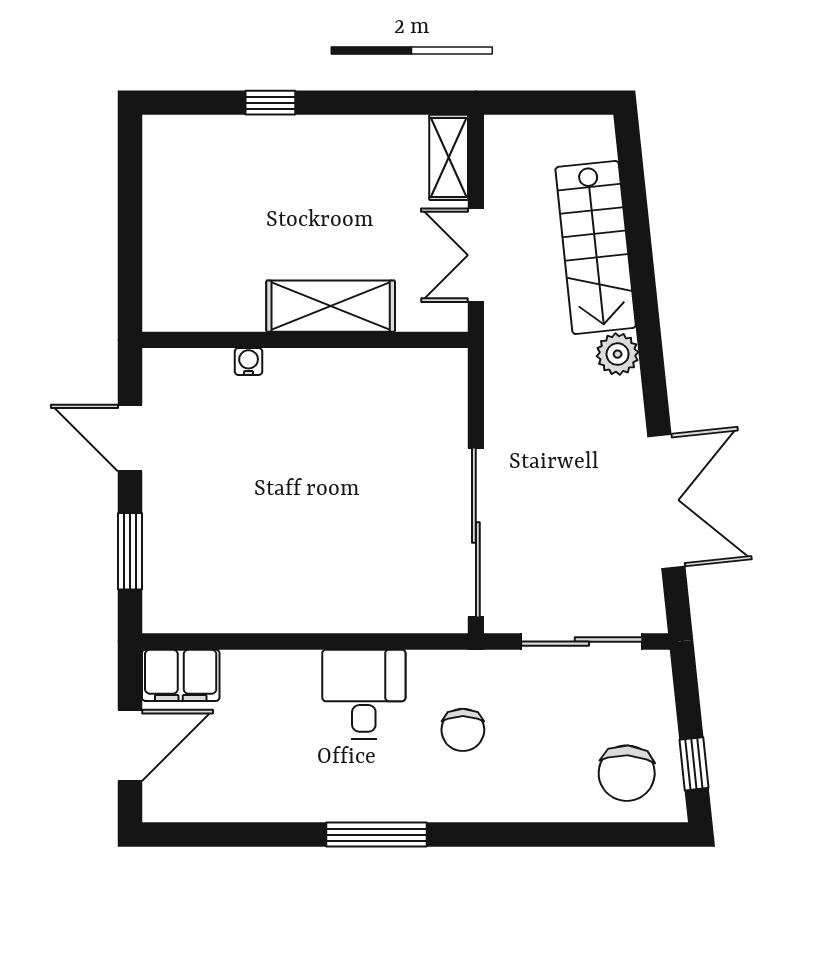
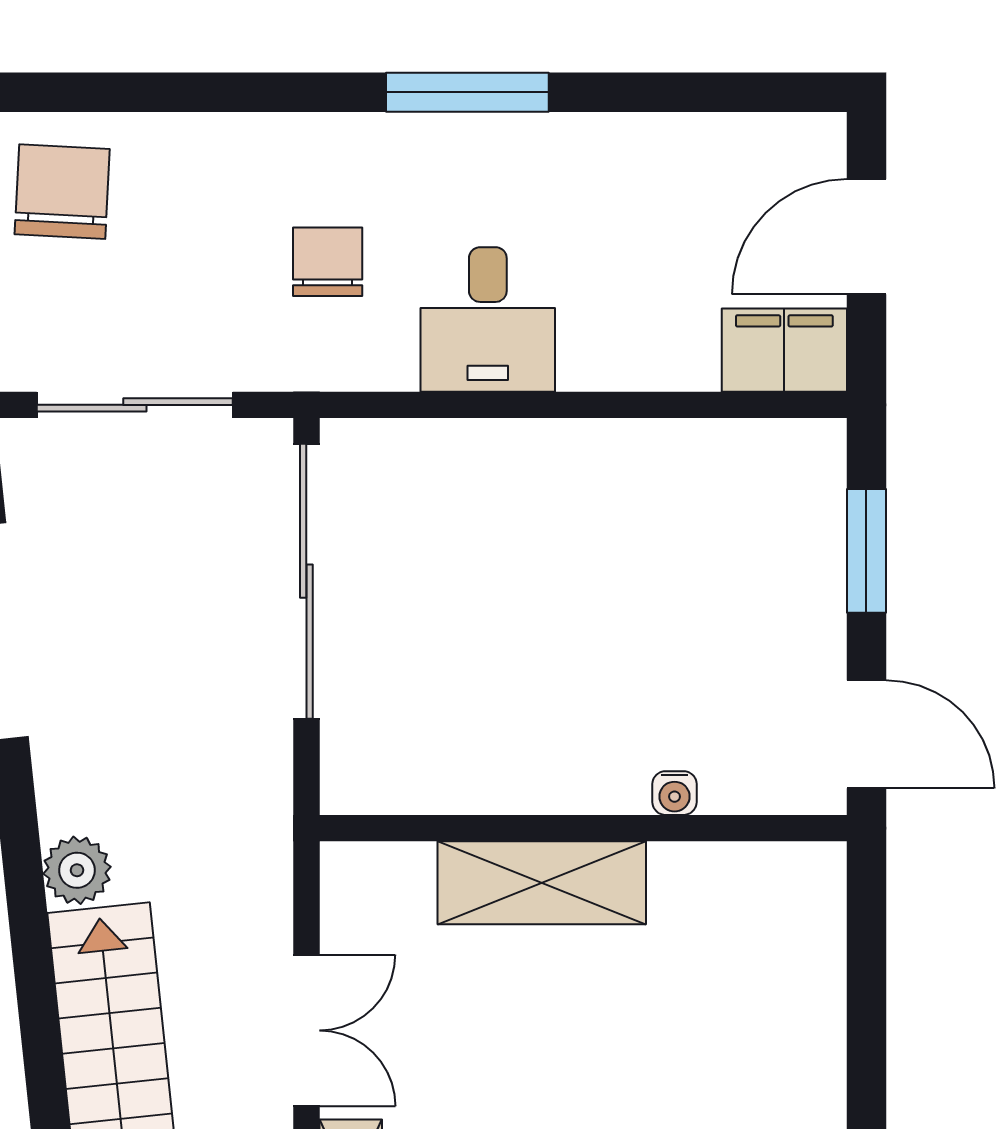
shelving: (331, 306) -> (542, 883), moved
wall: (305, 340) -> (583, 828), moved
water cooler: (249, 362) -> (675, 793), moved

